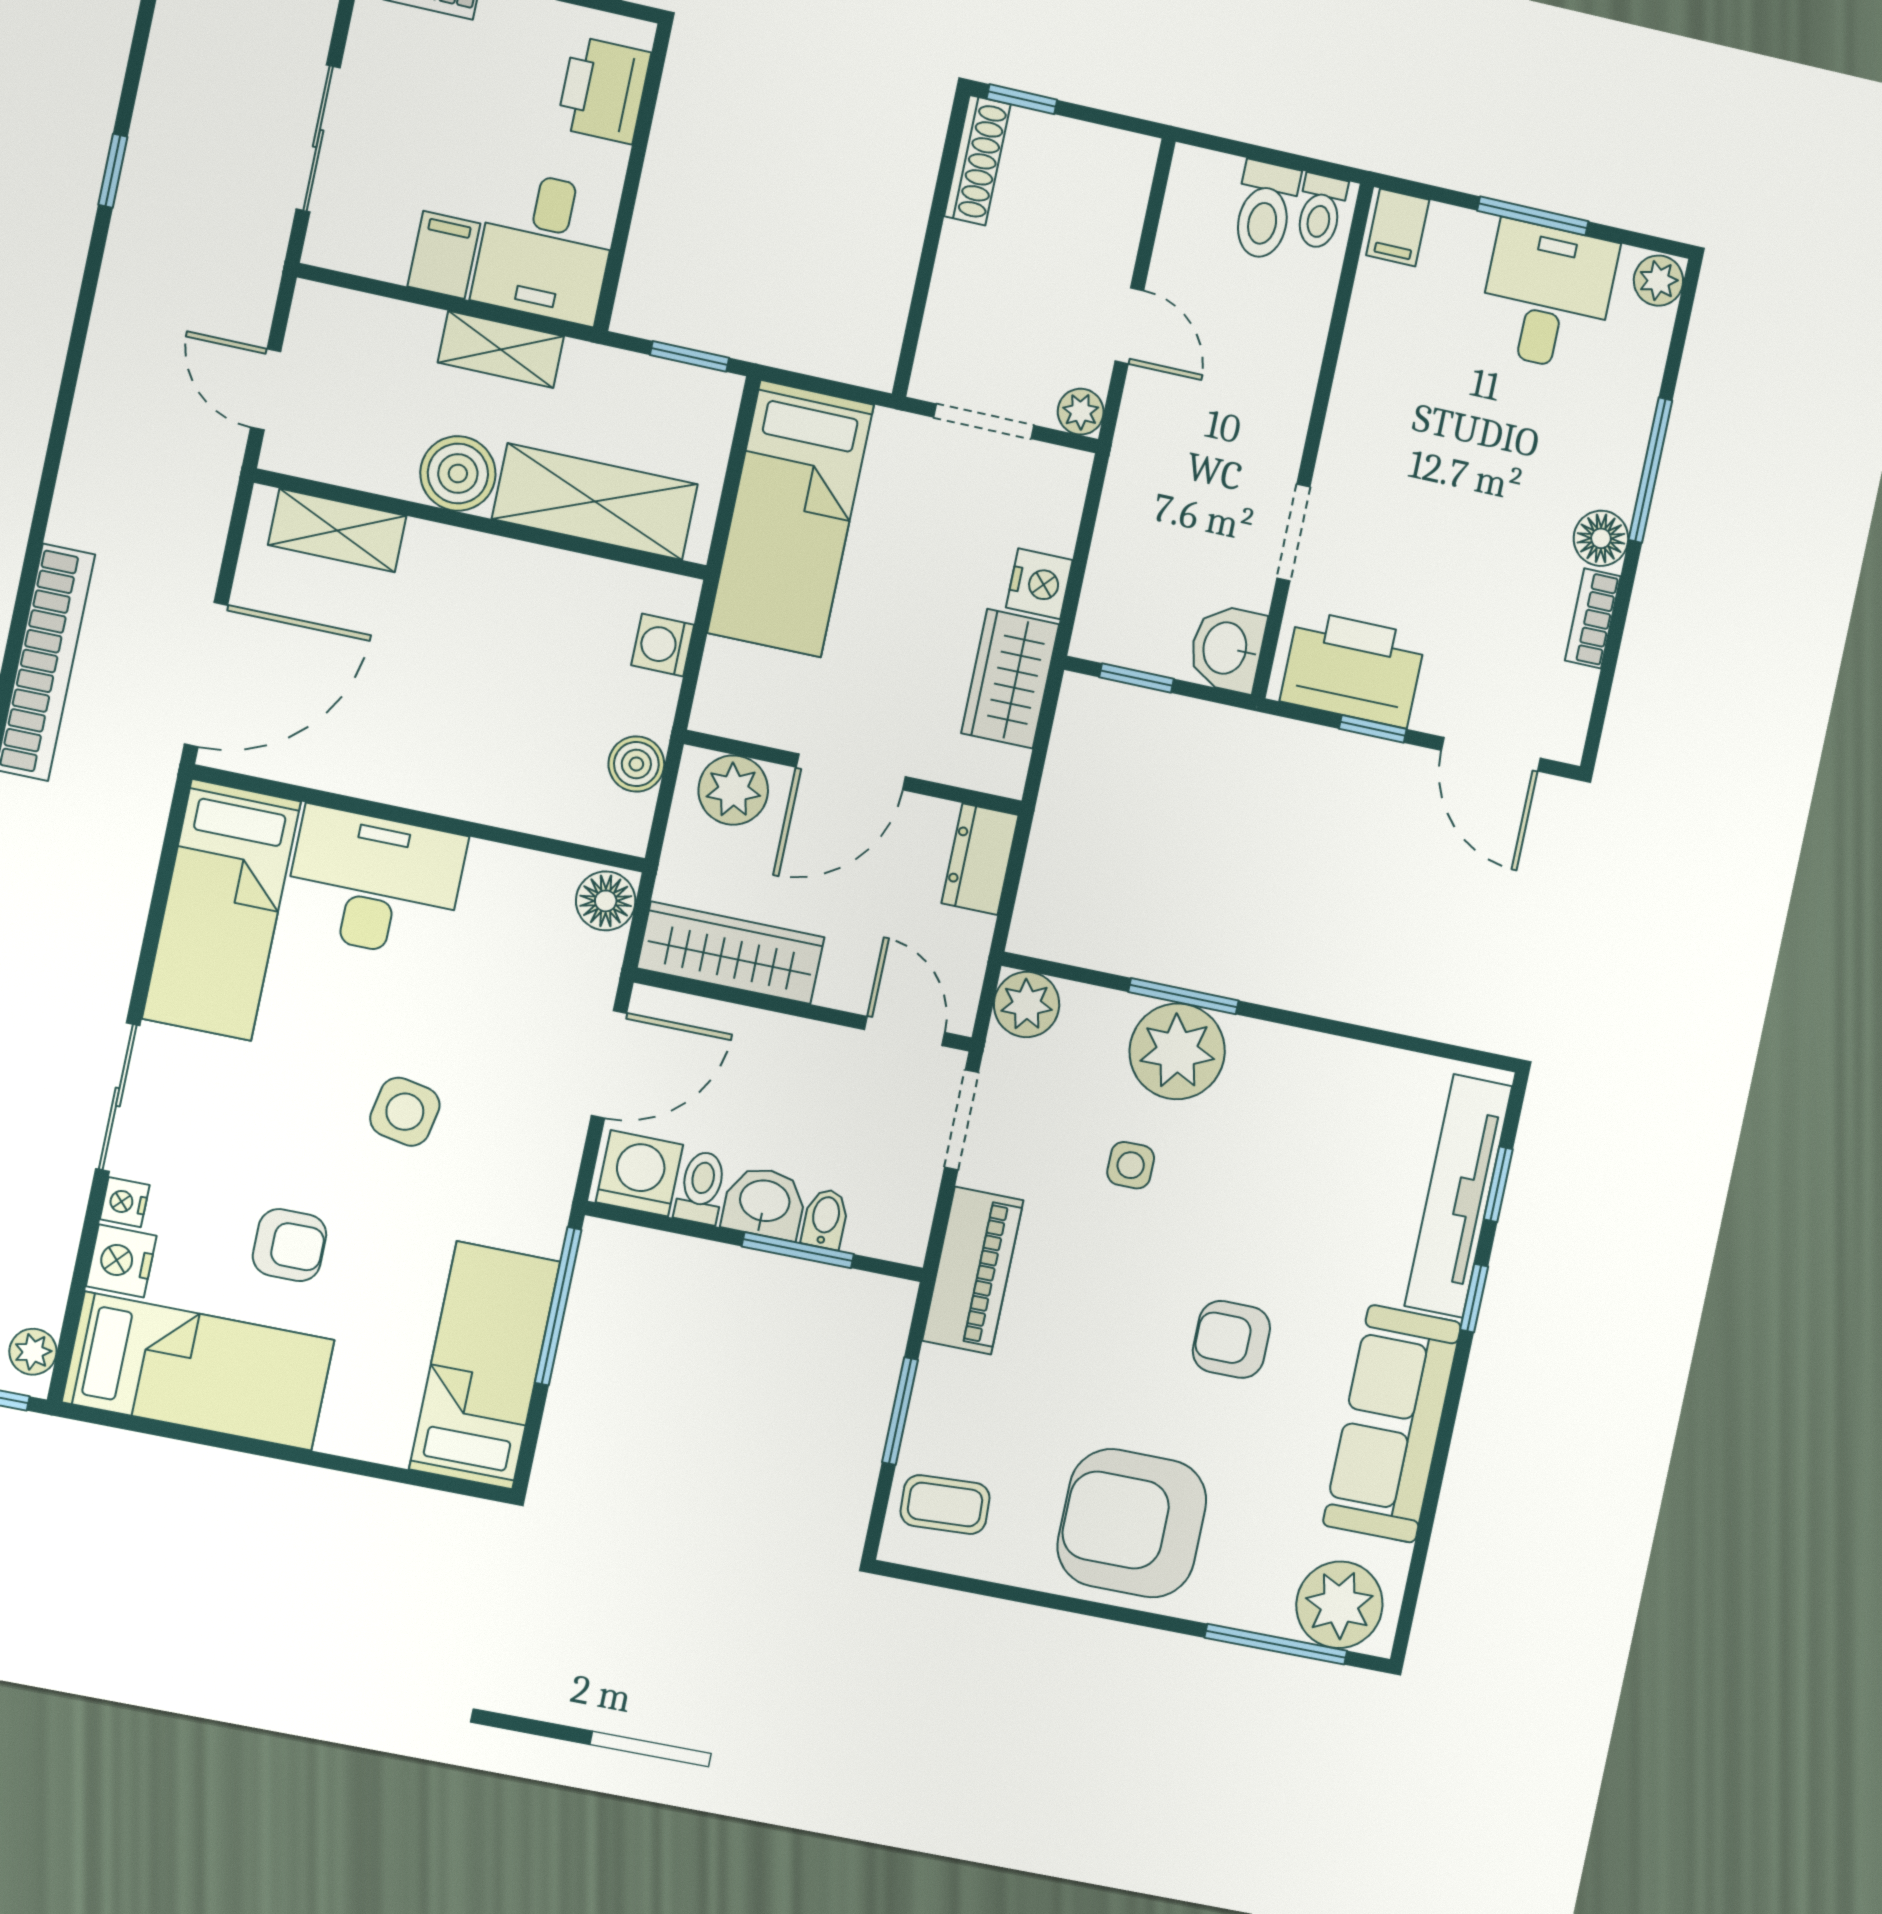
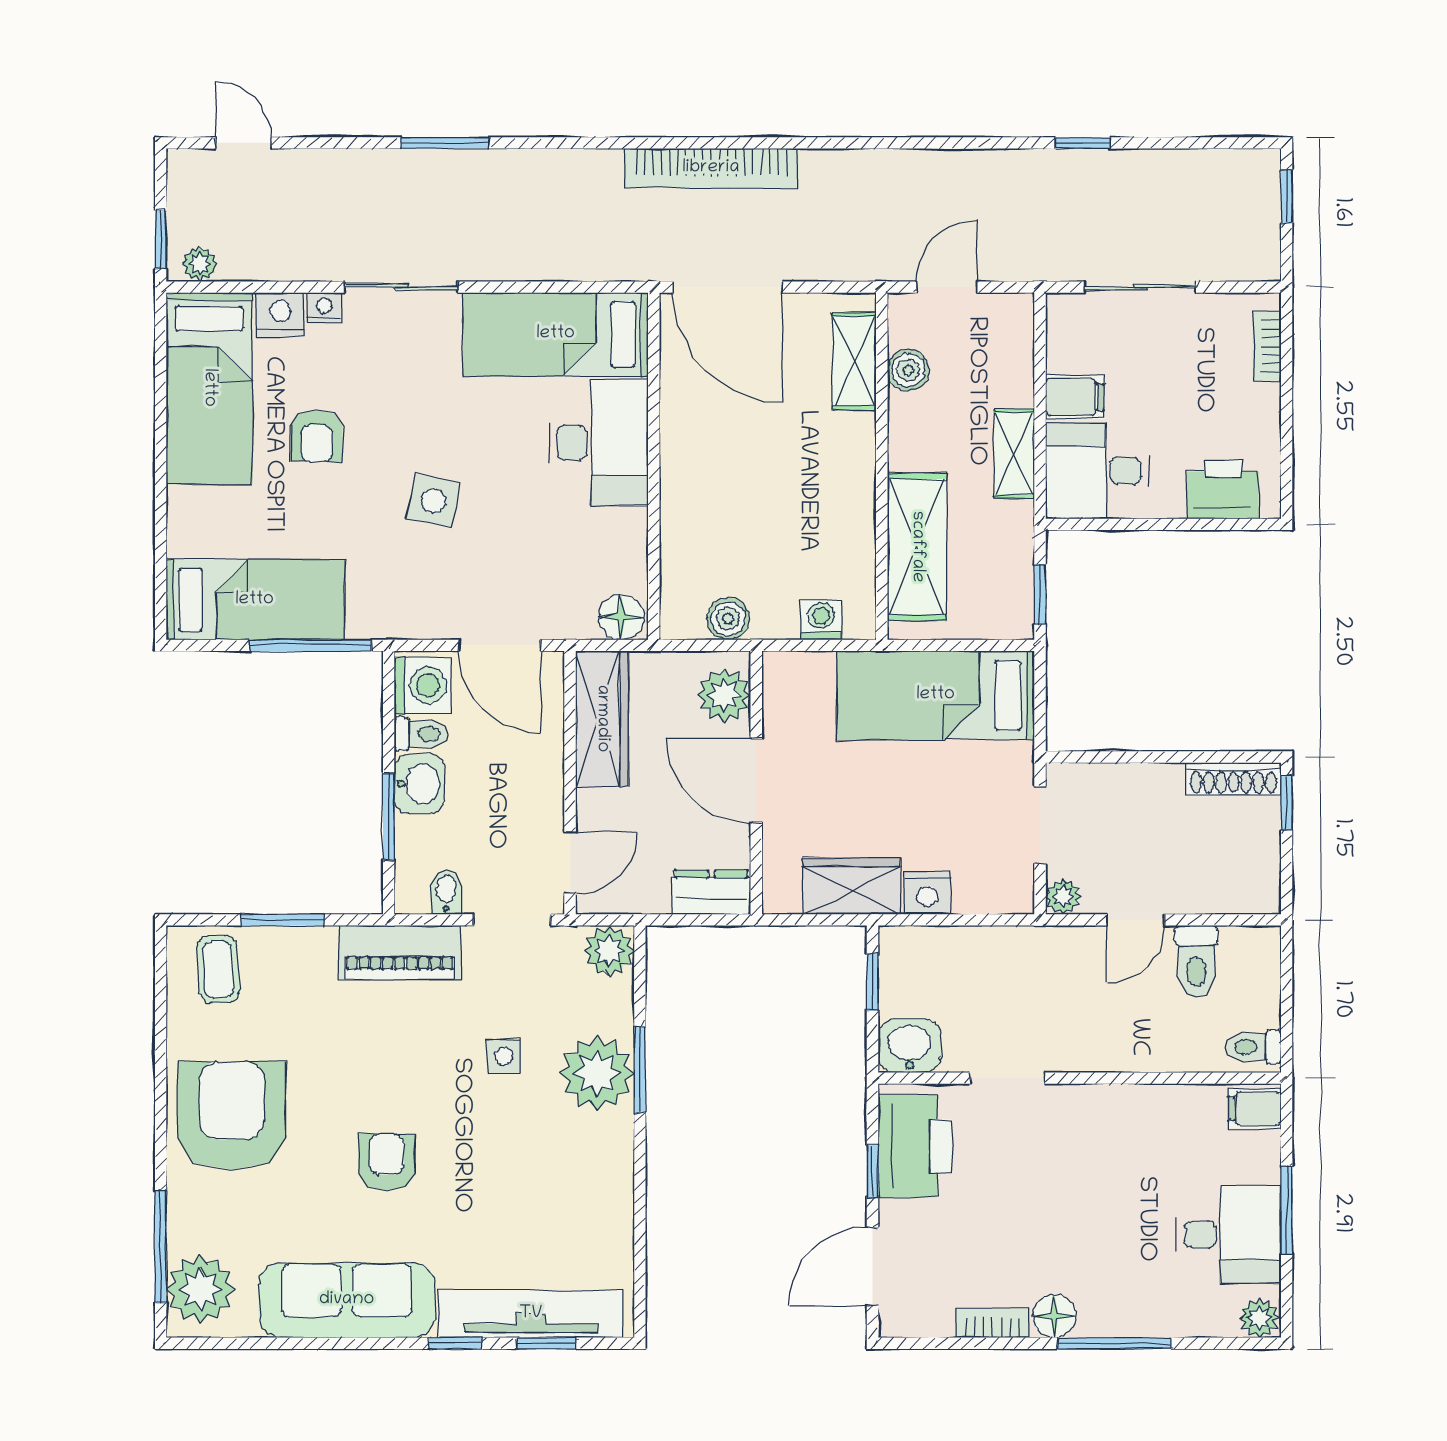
toilet: (1265, 210) -> (1196, 962), moved, turned -90
boiler: (458, 473) -> (908, 370), moved, width x0.73, depth x0.73
bidet: (825, 1219) -> (446, 892), moved, turned -90

